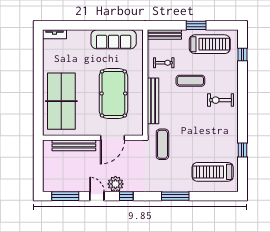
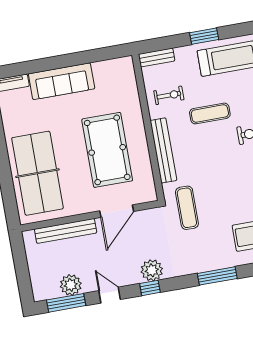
bench: (164, 35) -> (157, 58), width x0.73
sofa: (114, 39) -> (62, 81), moved
plant: (71, 184) -> (71, 285), added
plant: (115, 184) -> (152, 270), moved

